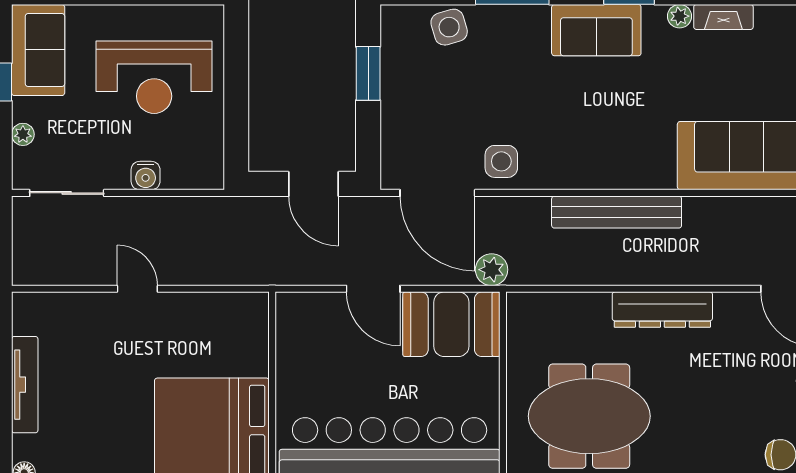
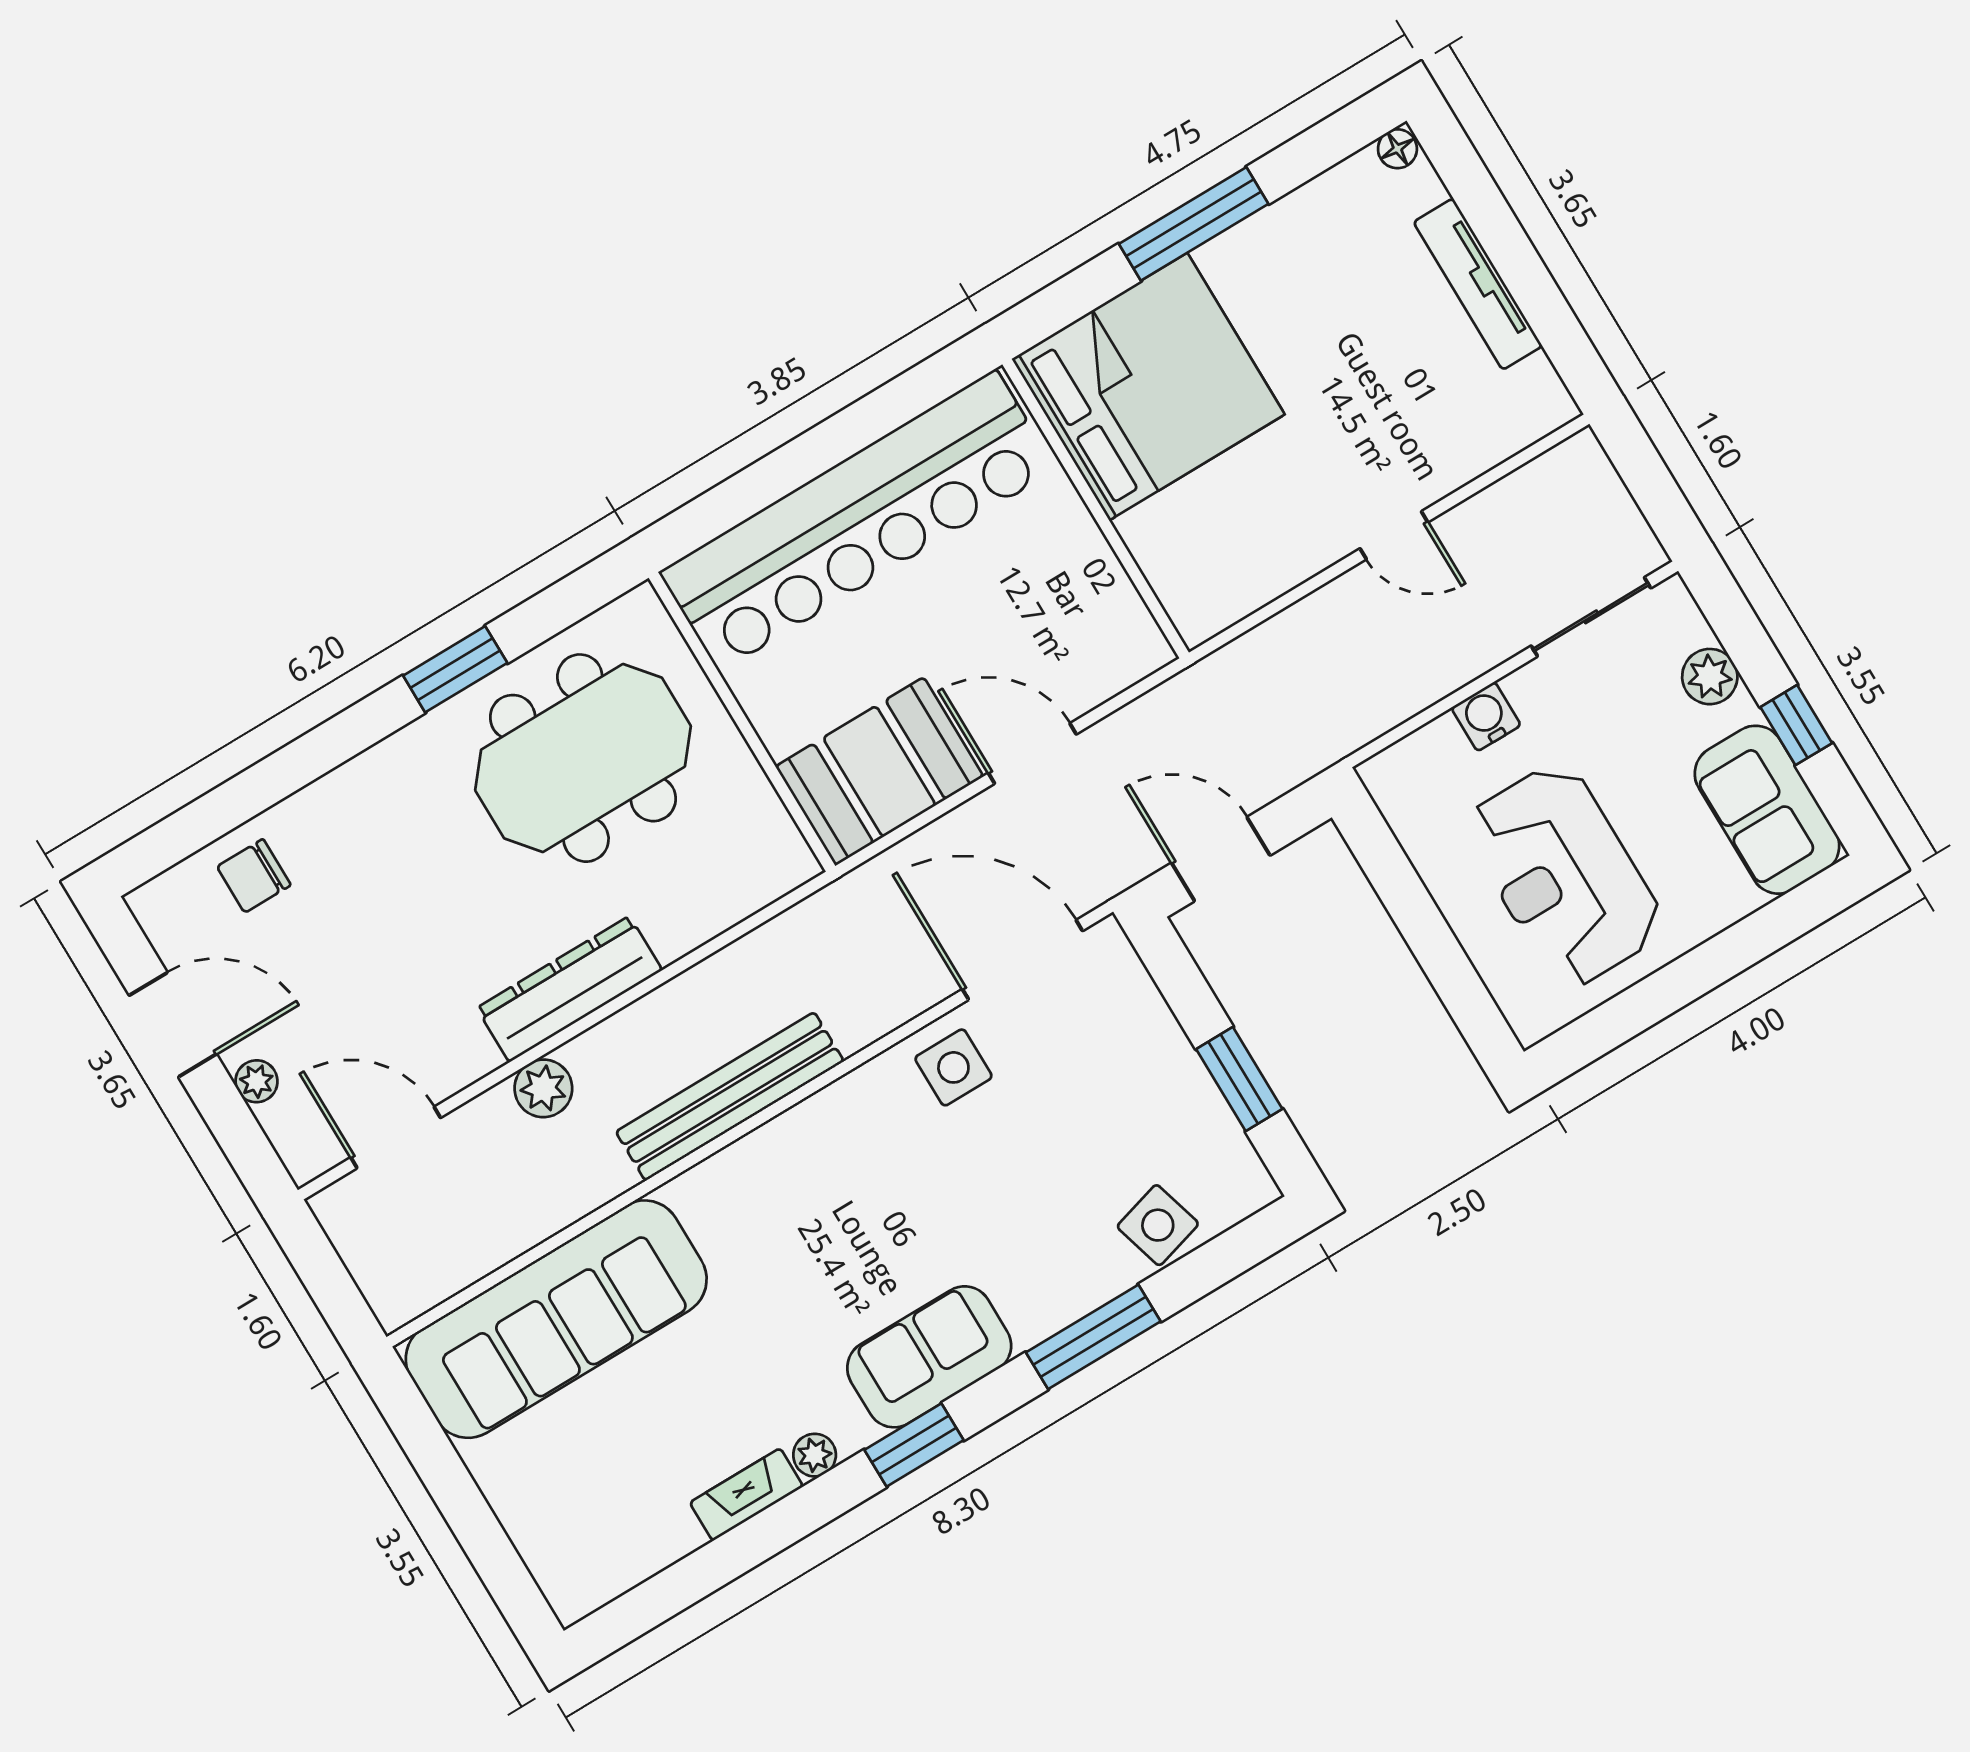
reception desk: (154, 77) -> (1564, 875), turned -90
plant: (23, 134) -> (1710, 677), width x1.38, depth x1.38
plant: (492, 270) -> (543, 1088), moved

